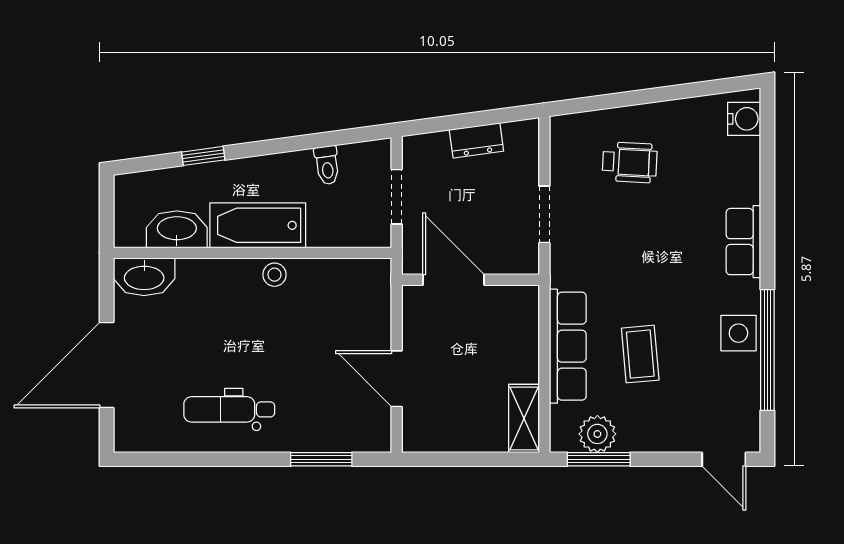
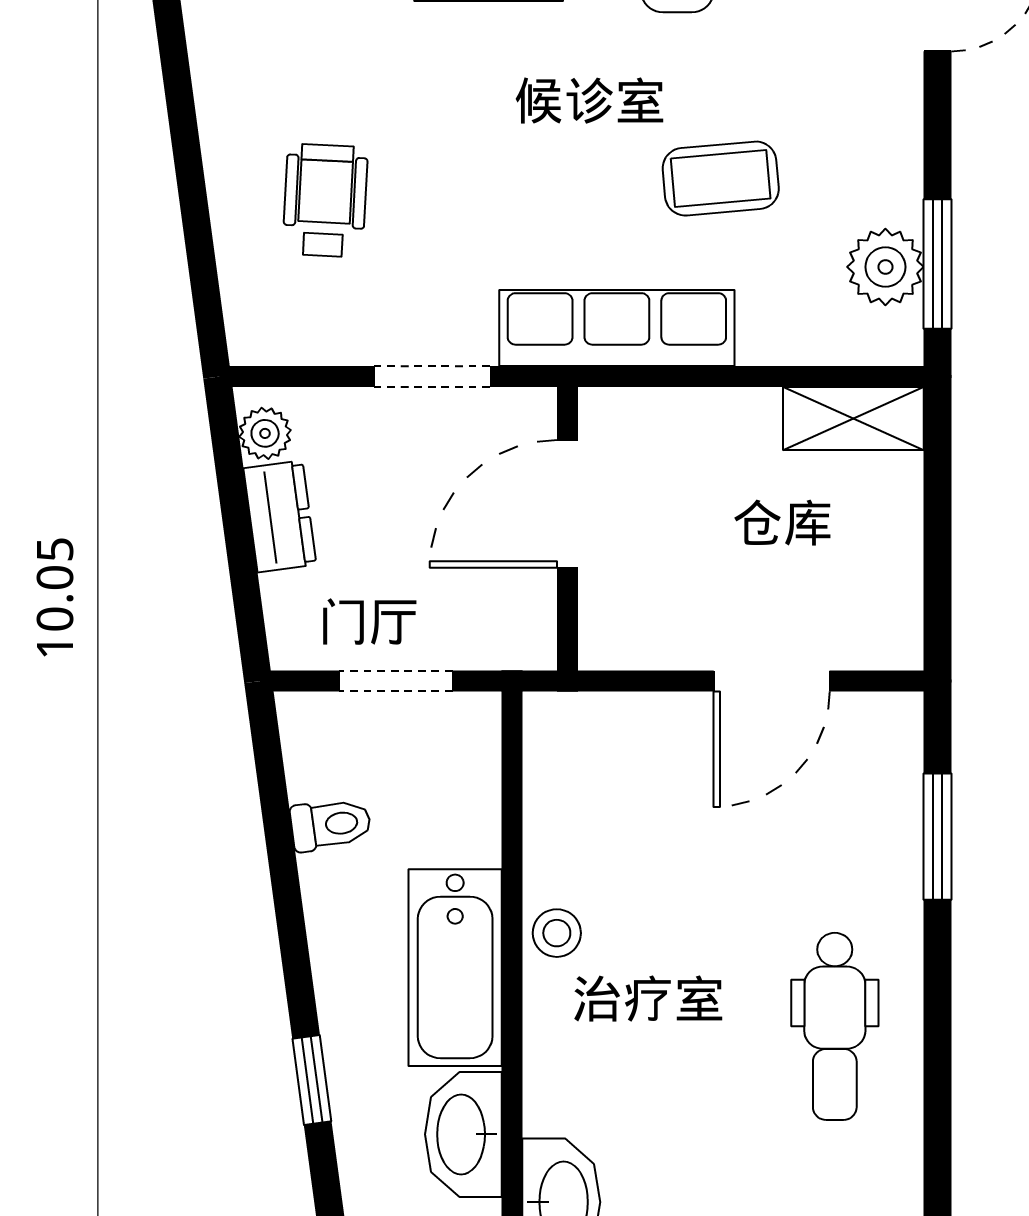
plant: (517, 133) -> (265, 433), added
door: (453, 280) -> (567, 504), moved
row of seats: (568, 346) -> (617, 328), moved

